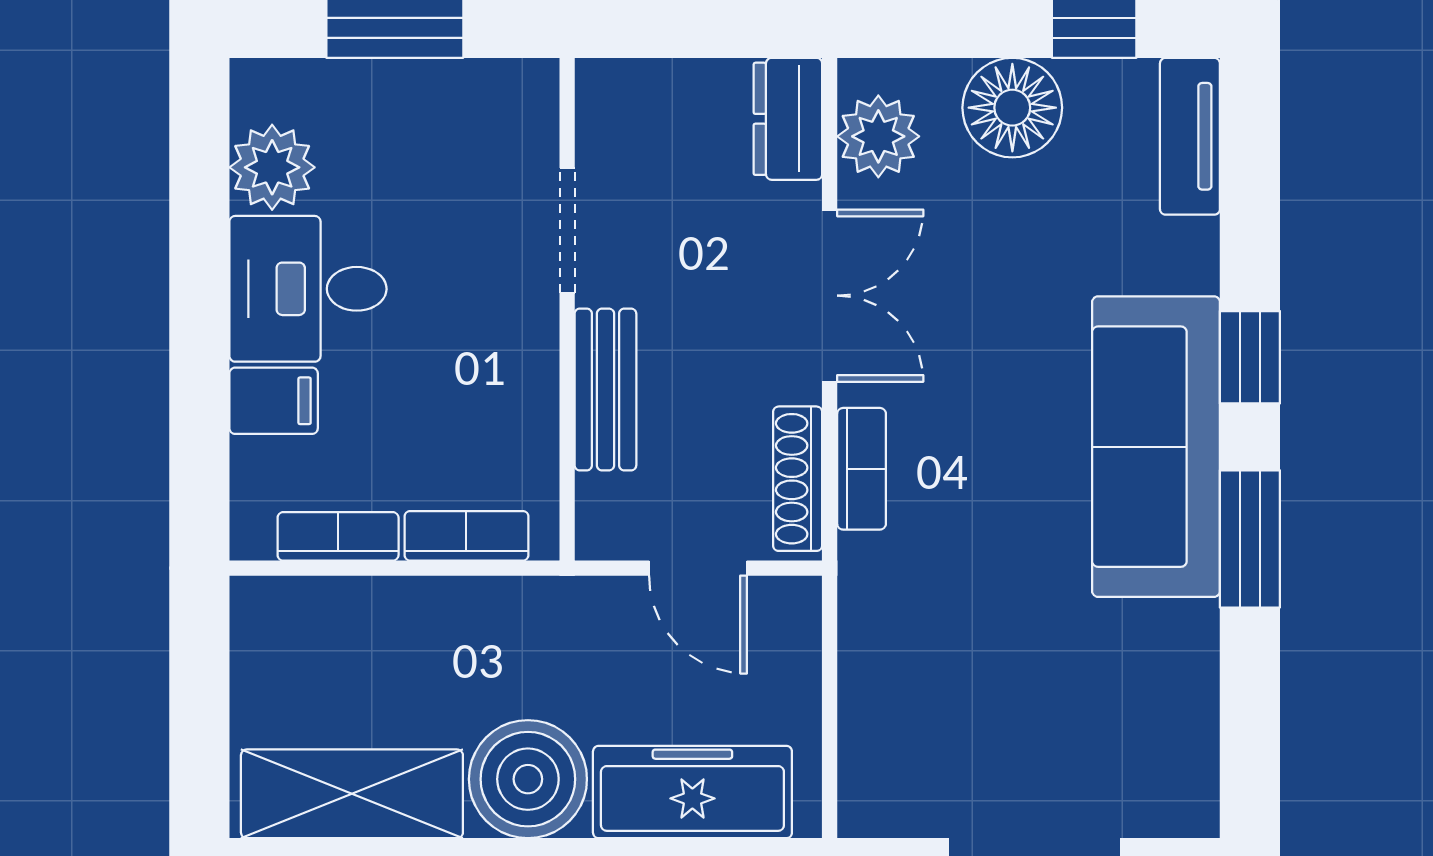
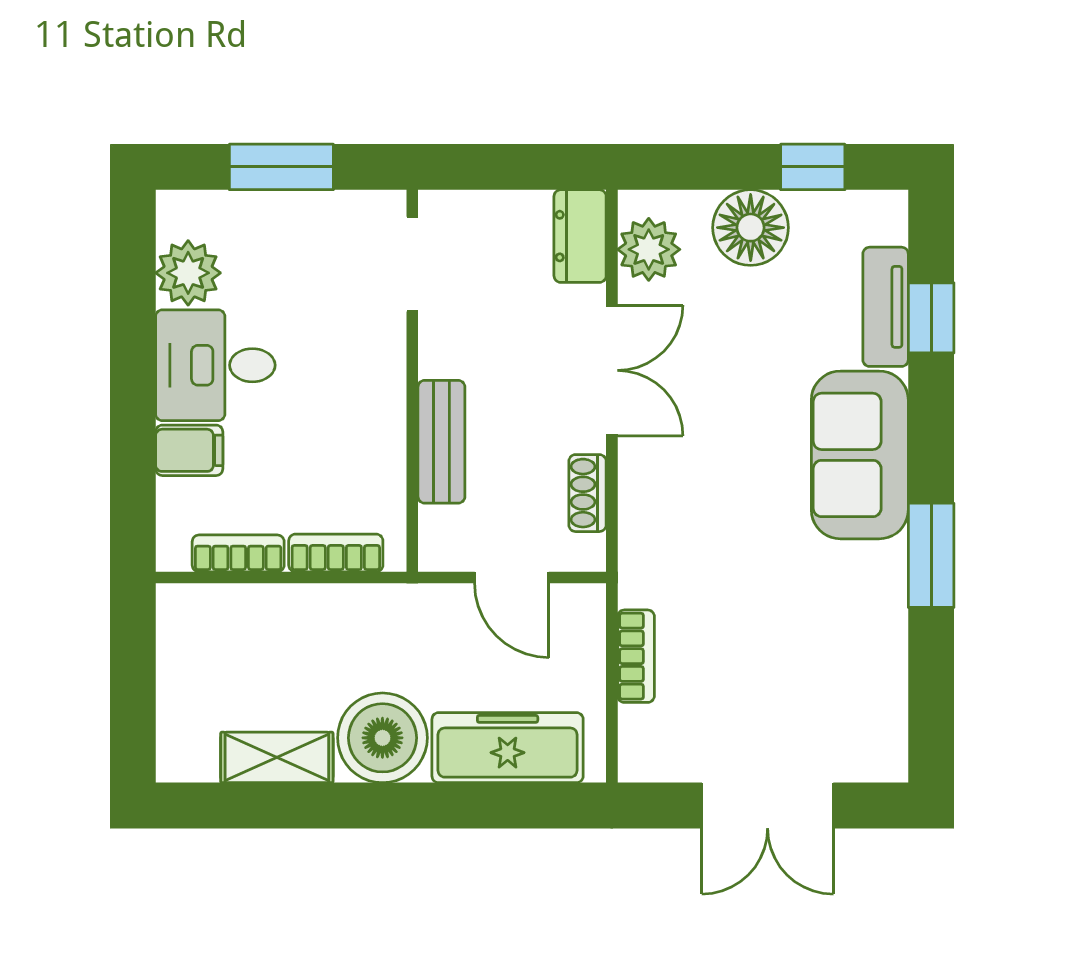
tv unit: (1190, 136) -> (886, 307), moved
doorway: (567, 230) -> (412, 264), moved
window: (1250, 357) -> (931, 318), moved
sofa: (1156, 447) -> (860, 455), width x0.73
bookcase: (862, 469) -> (636, 656), moved
shoe rack: (798, 479) -> (587, 493), width x0.70
shelving: (352, 794) -> (277, 757), width x0.67, depth x0.75

